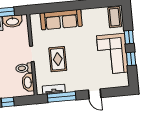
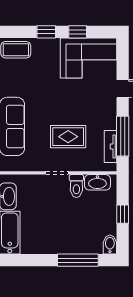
corner sofa: (112, 54) -> (89, 58), moved

